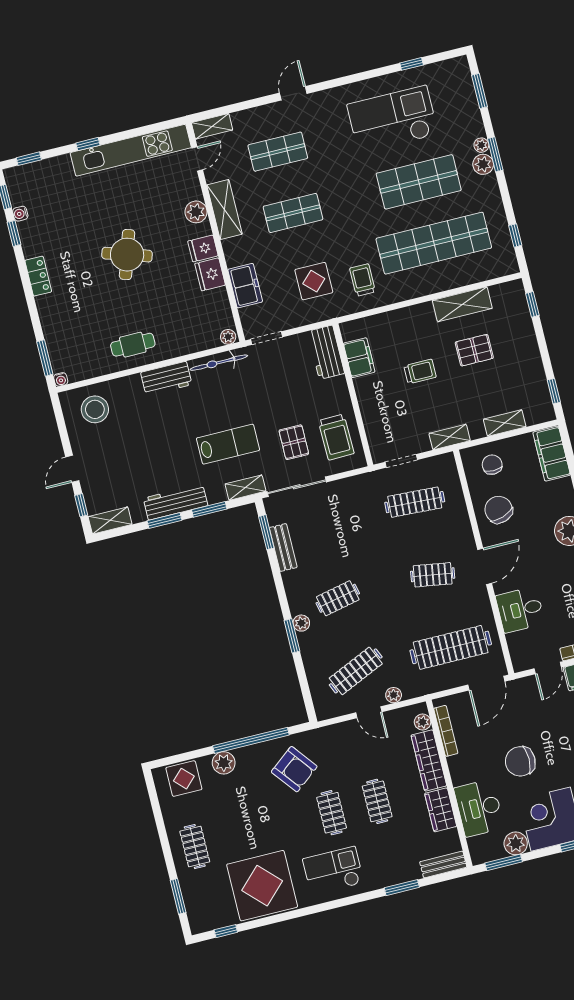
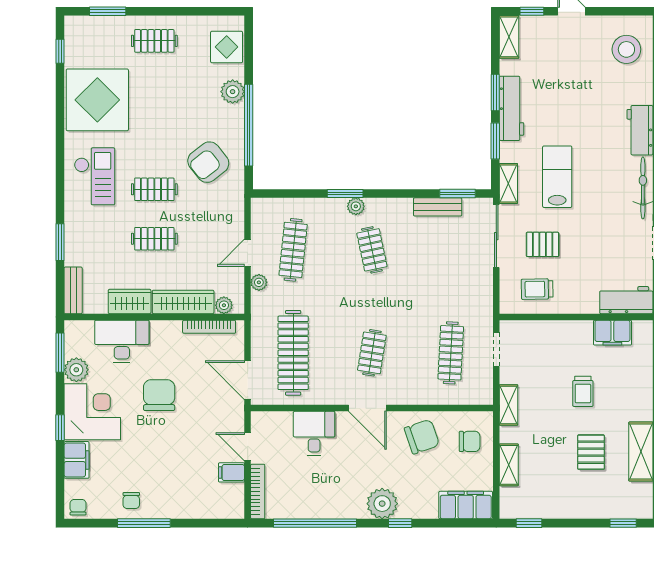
trolley: (336, 437) -> (537, 289), width x0.73, depth x0.72
lab bench: (228, 444) -> (557, 177), turned 180
clothes rail: (356, 671) -> (293, 250), turned 30

